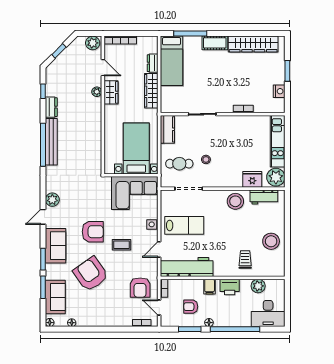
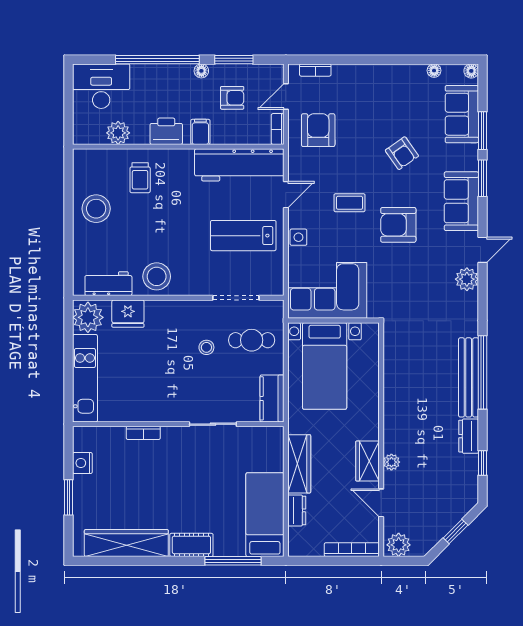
armchair: (91, 274) -> (402, 153), width x0.53, depth x0.53
door: (159, 307) -> (286, 96), swing flipped

